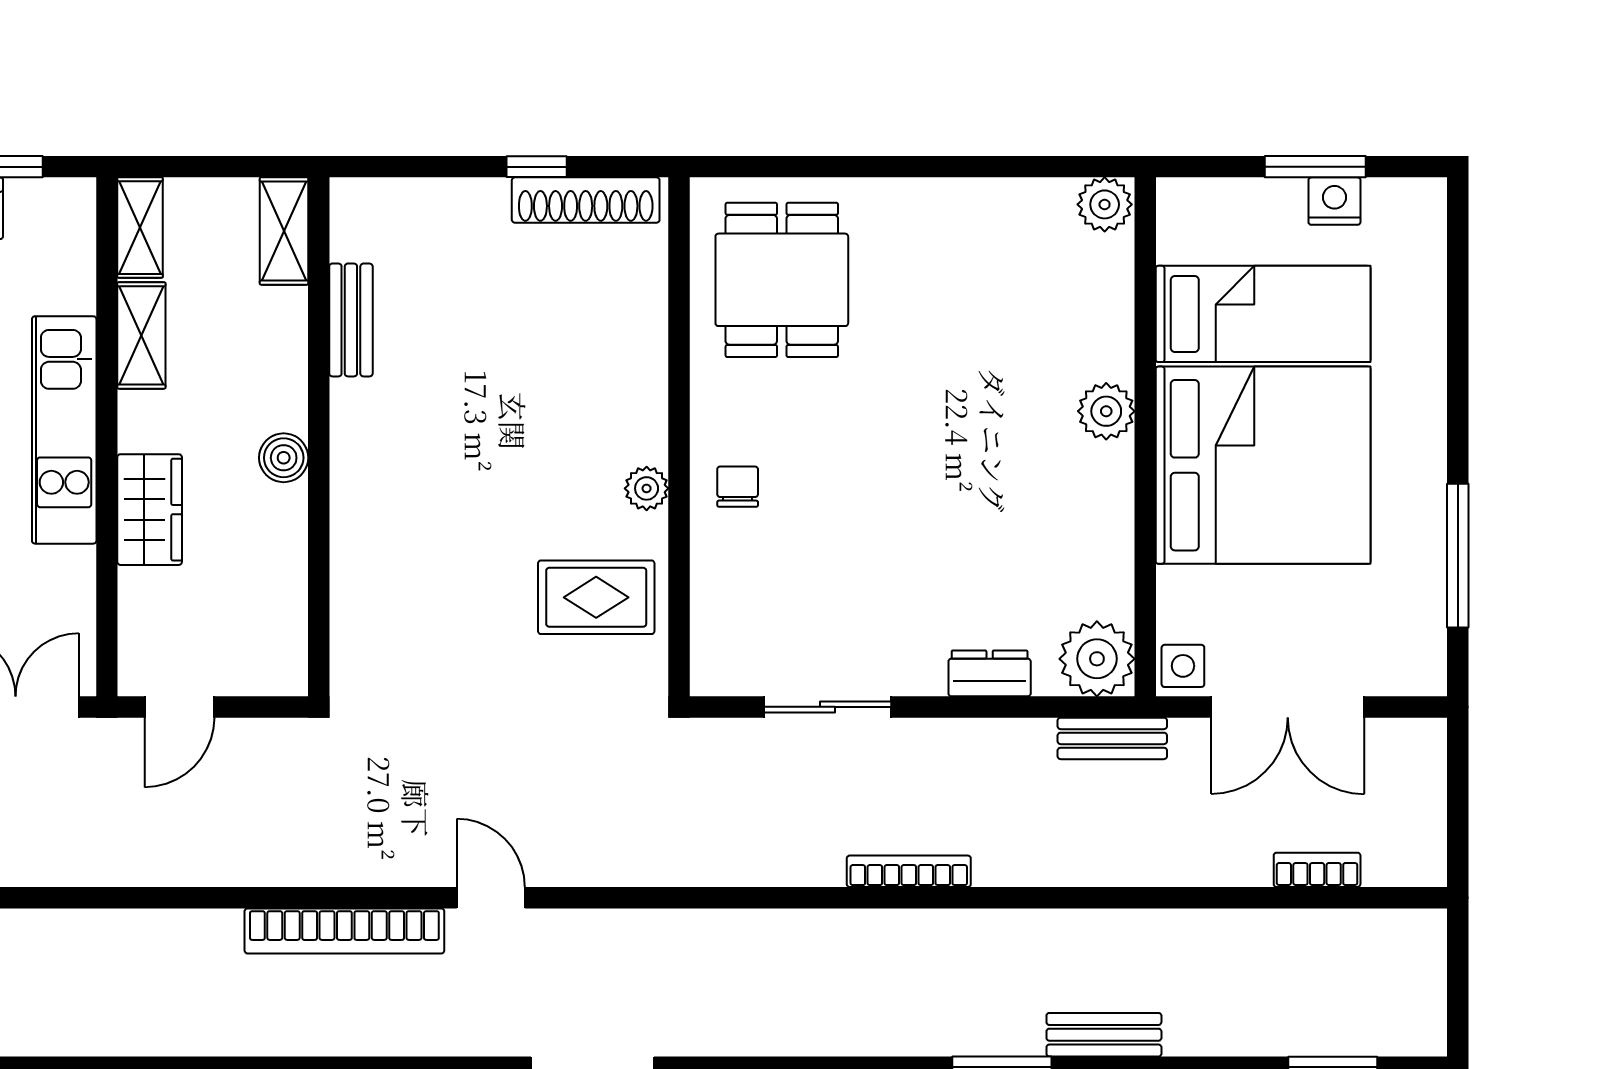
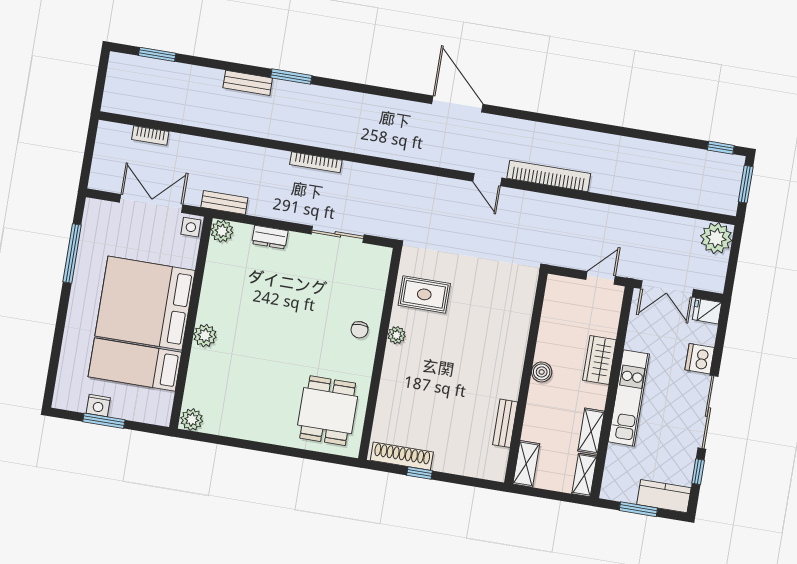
plant: (1097, 659) -> (222, 231), width x0.73, depth x0.73

